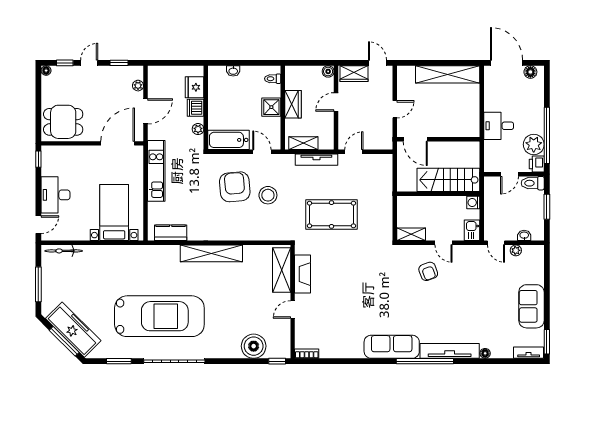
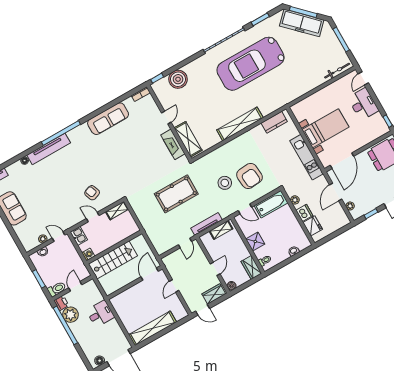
wardrobe: (293, 104) -> (251, 267), moved
door: (415, 139) -> (150, 274), hinge flipped
bed with nightstands: (114, 213) -> (325, 128), moved, turned -90
sofa: (392, 347) -> (108, 119), moved

